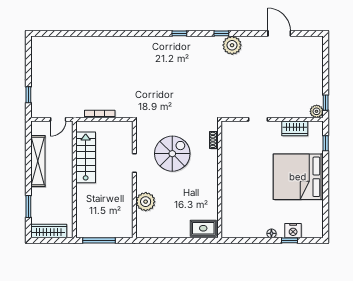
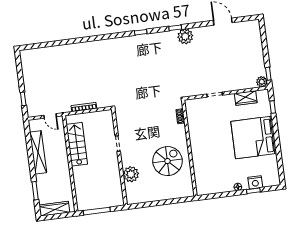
door: (58, 119) -> (50, 116), hinge flipped
spiral stairs: (172, 154) -> (167, 161), moved
rug: (203, 228) -> (181, 190), removed

